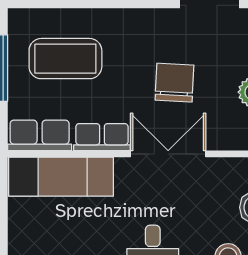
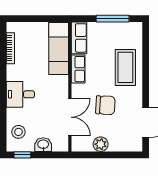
coffee table: (65, 59) -> (125, 67), moved
double door: (168, 154) -> (70, 117), moved

